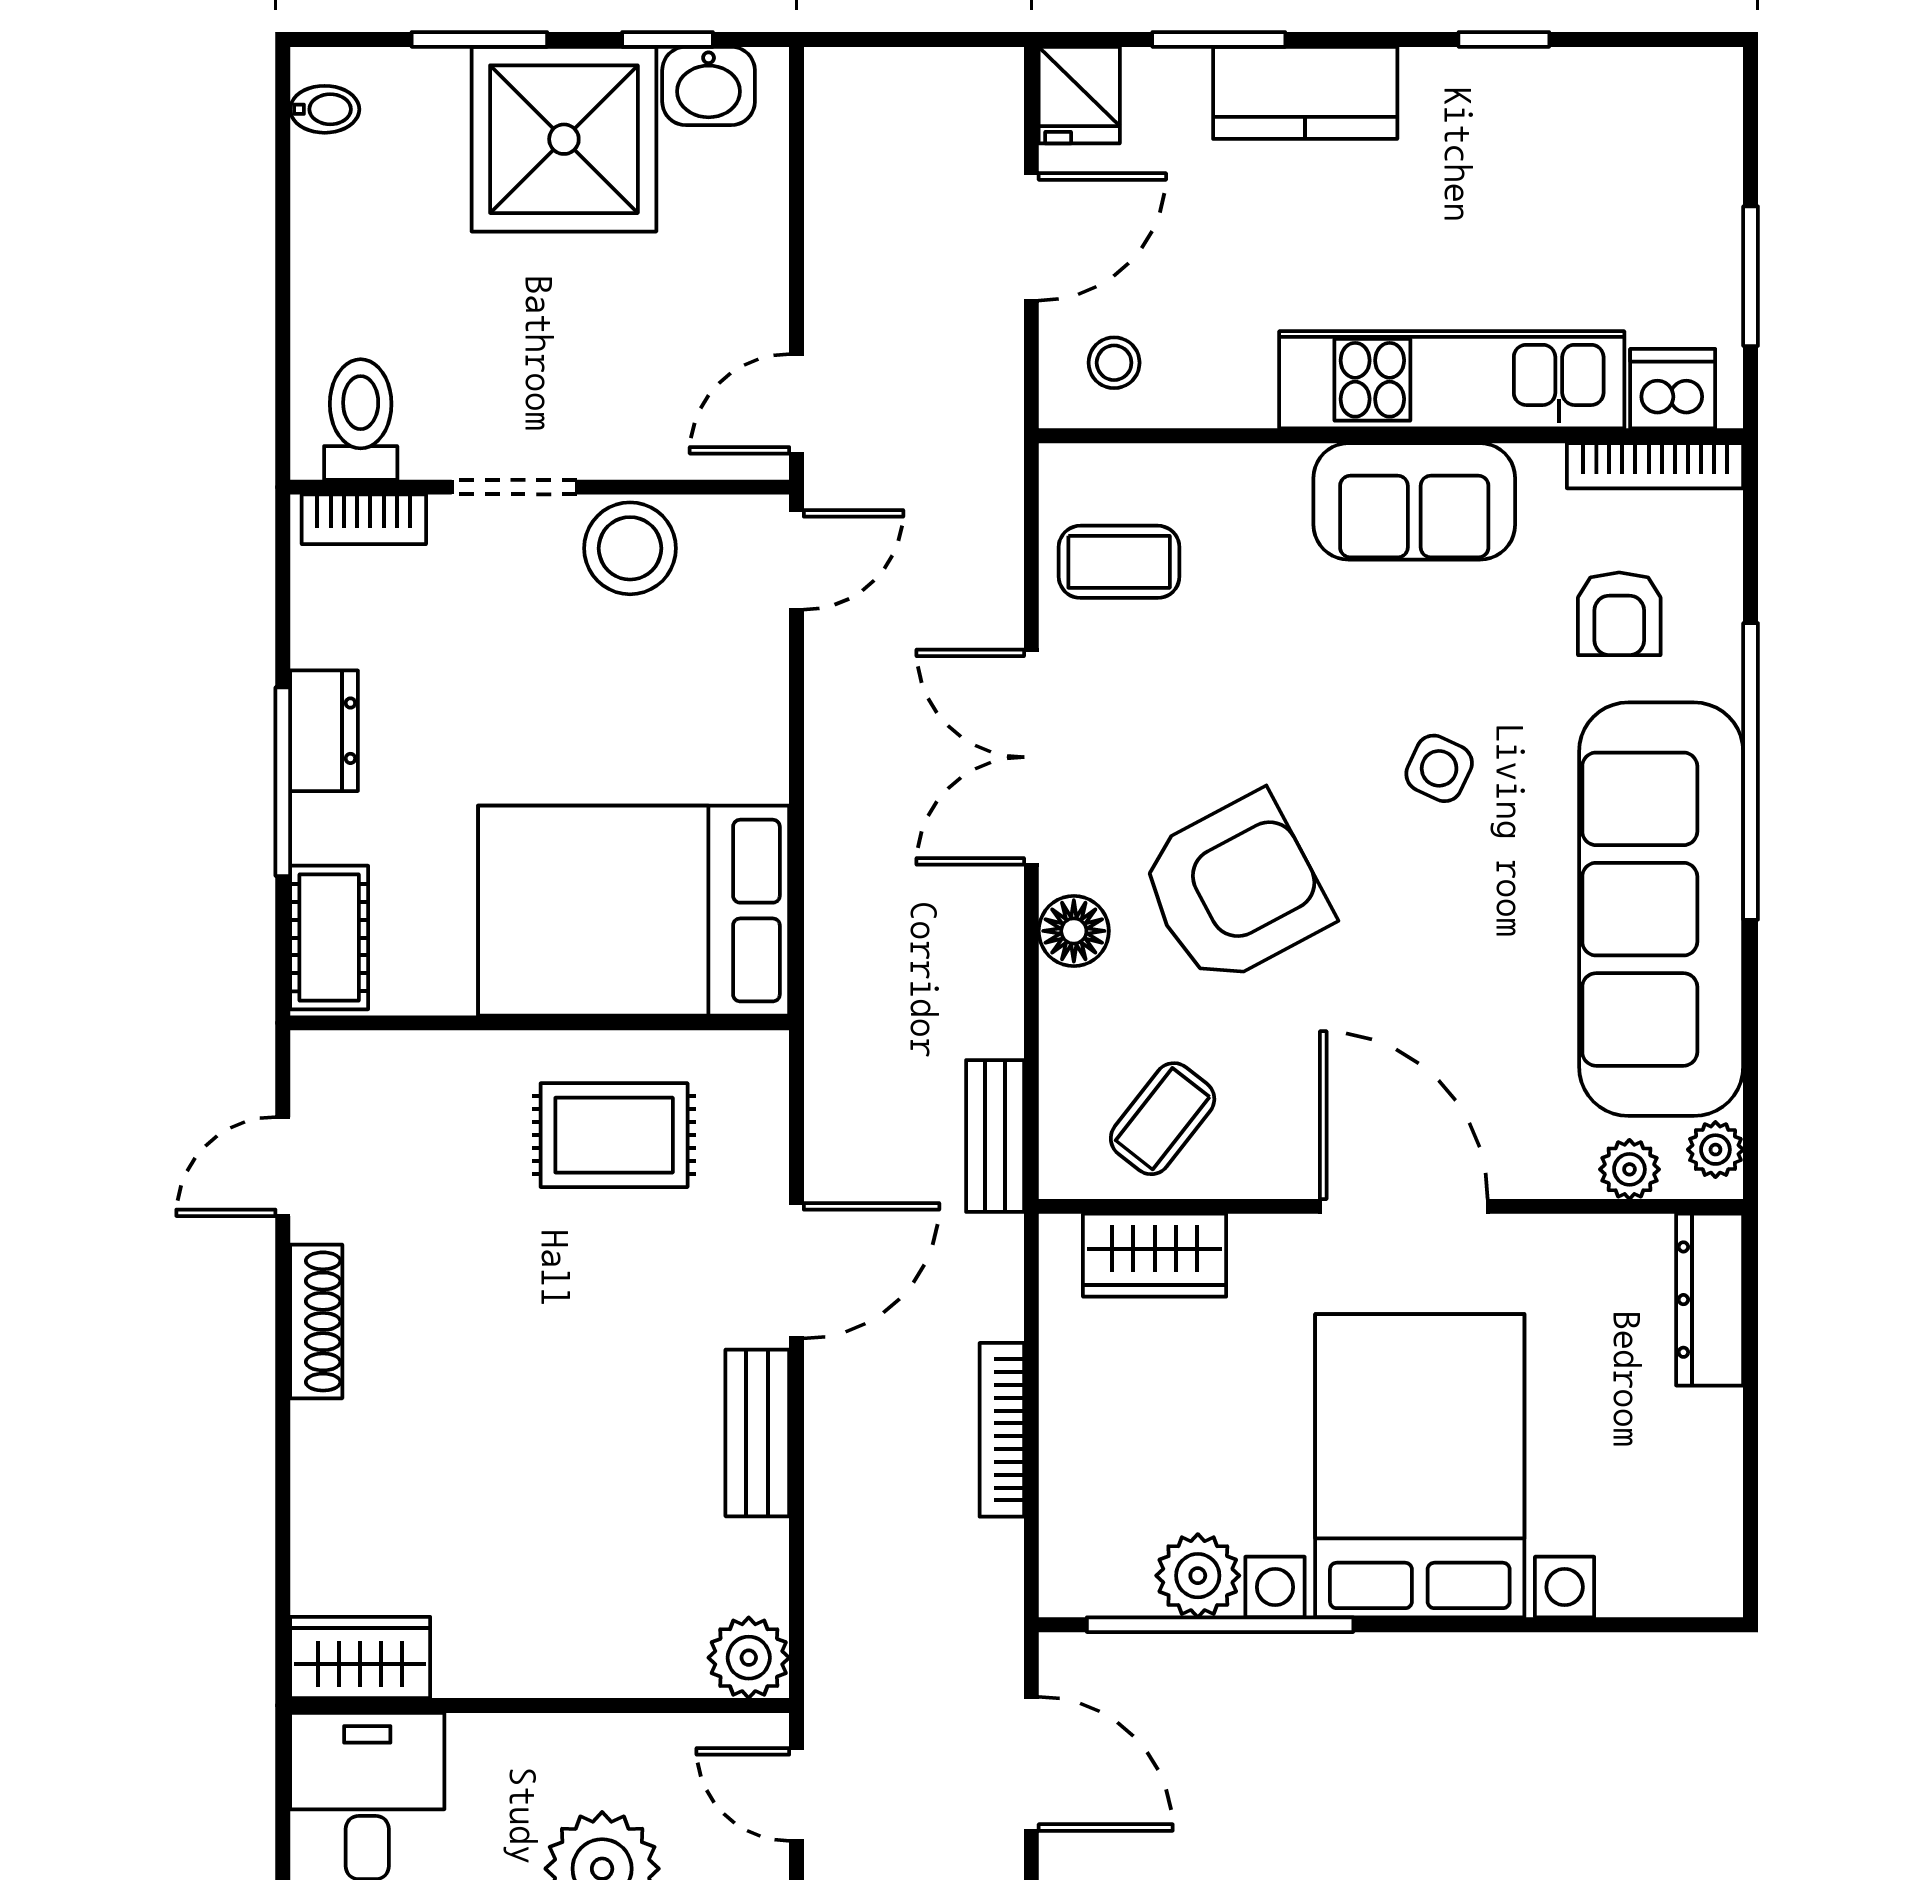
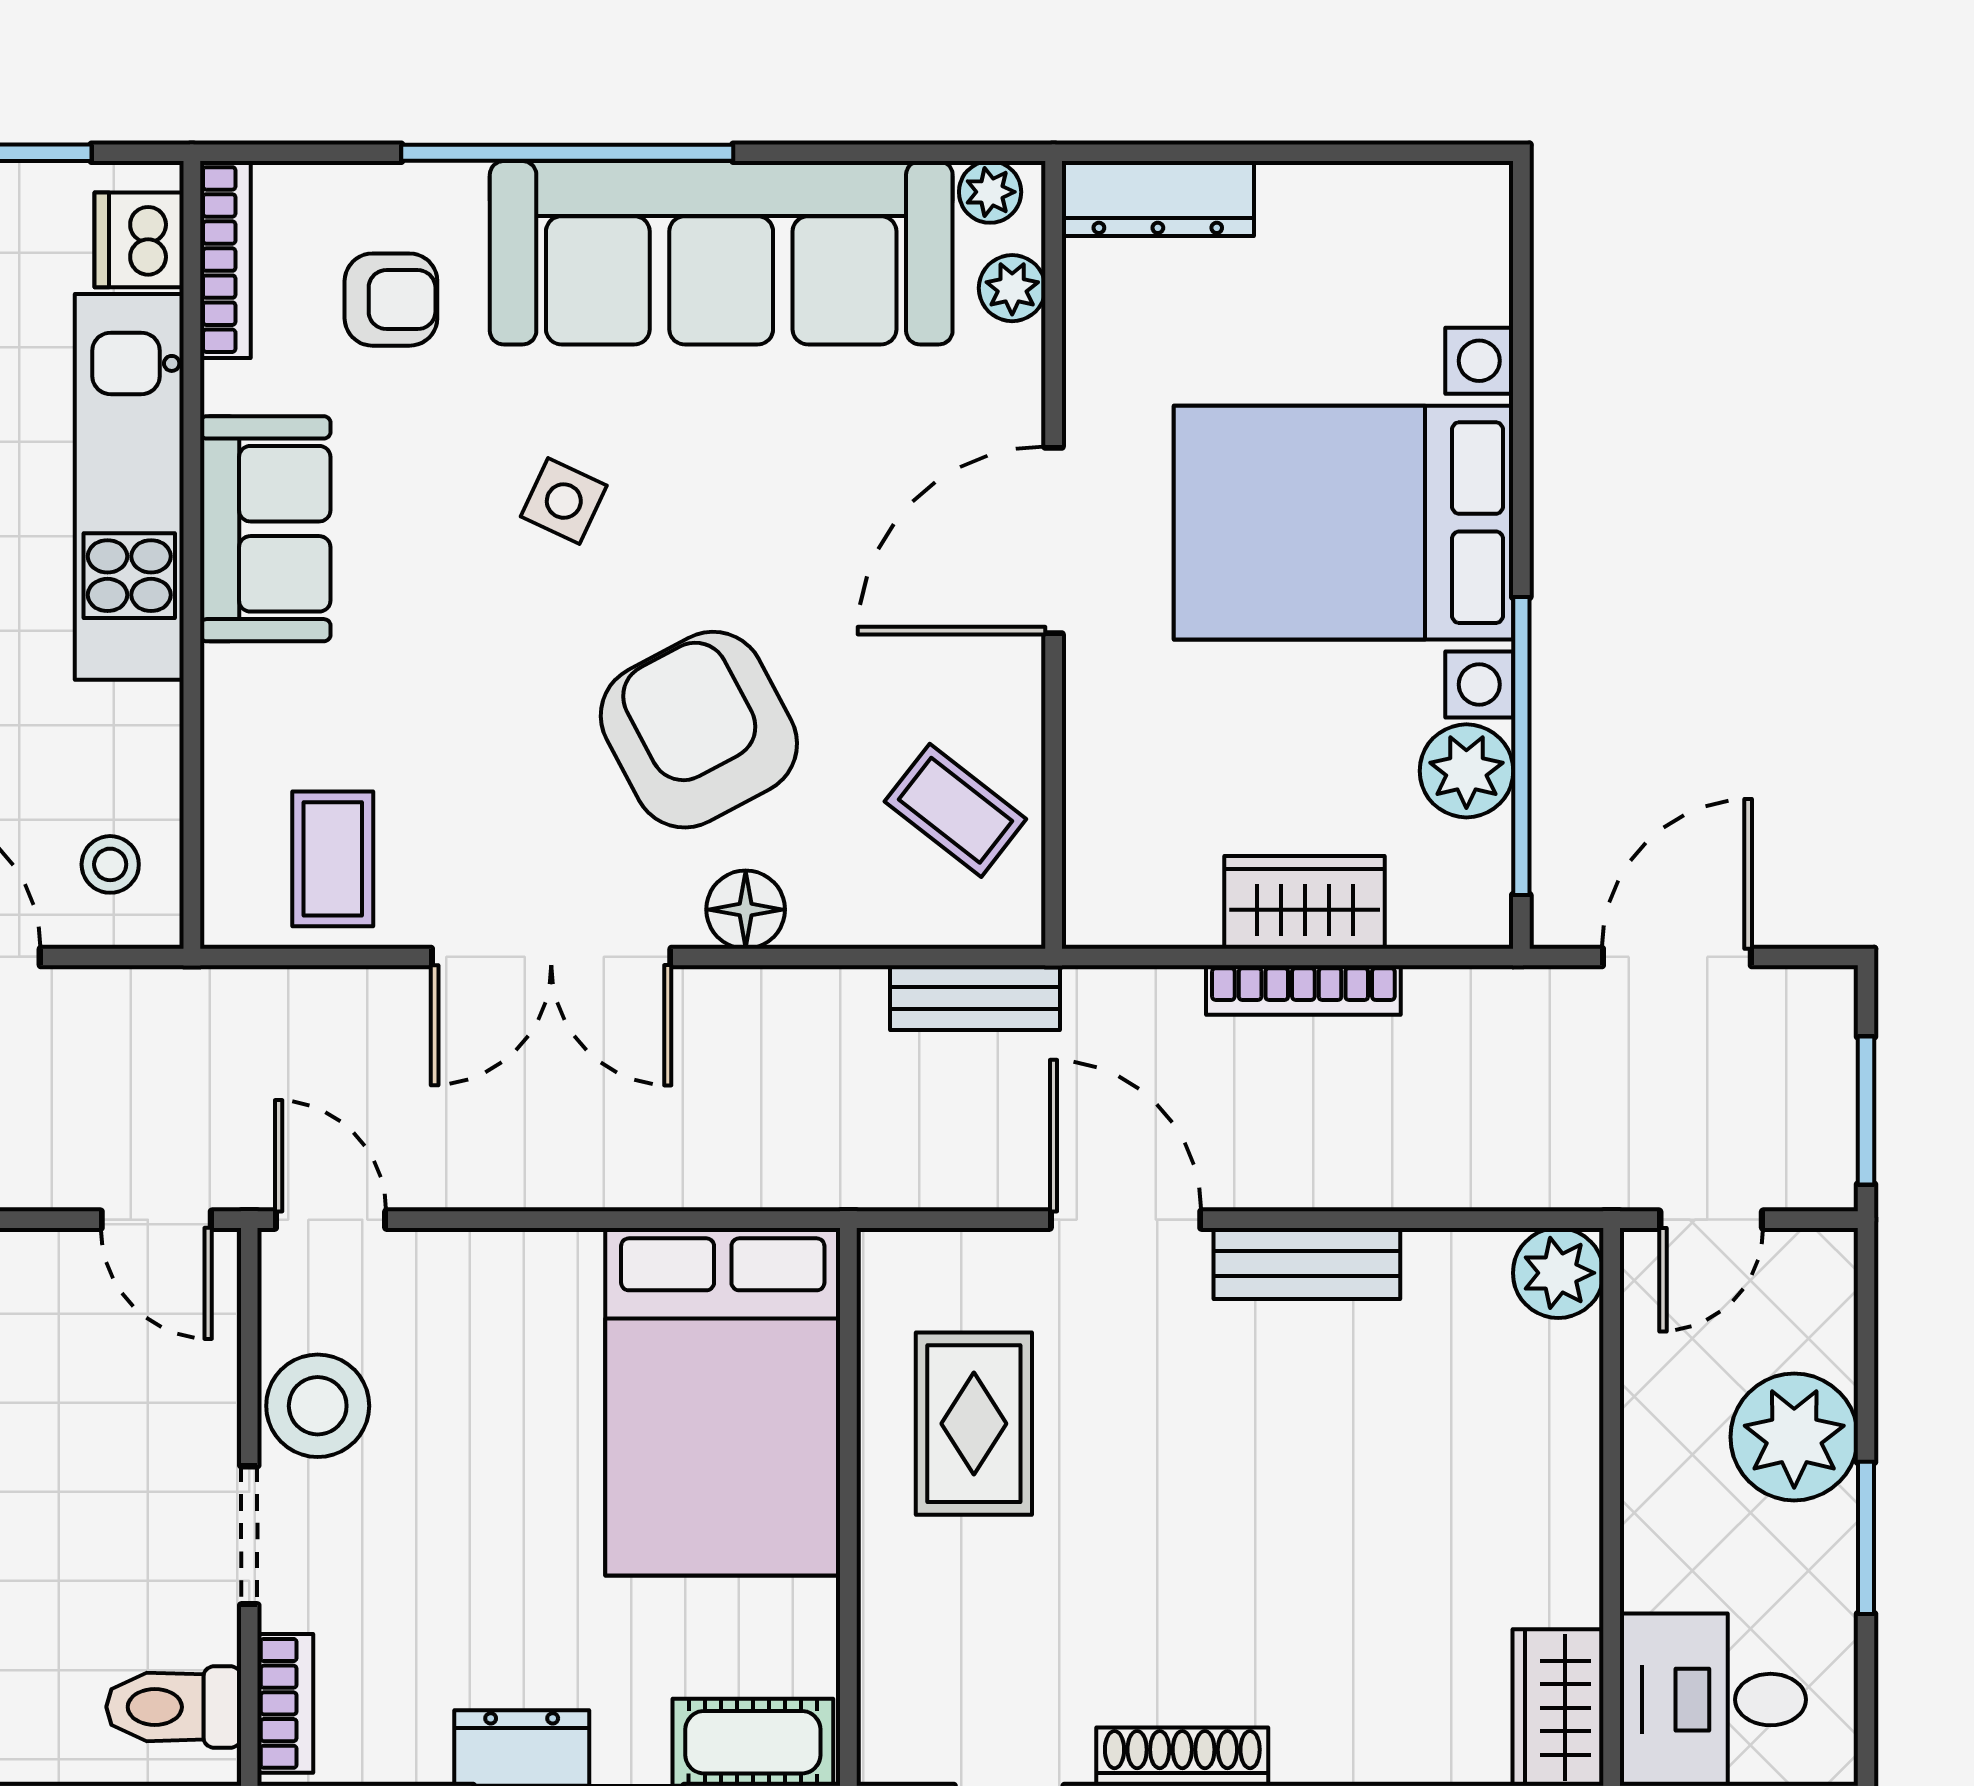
wardrobe: (1155, 1255) -> (1305, 902), moved, turned -90

